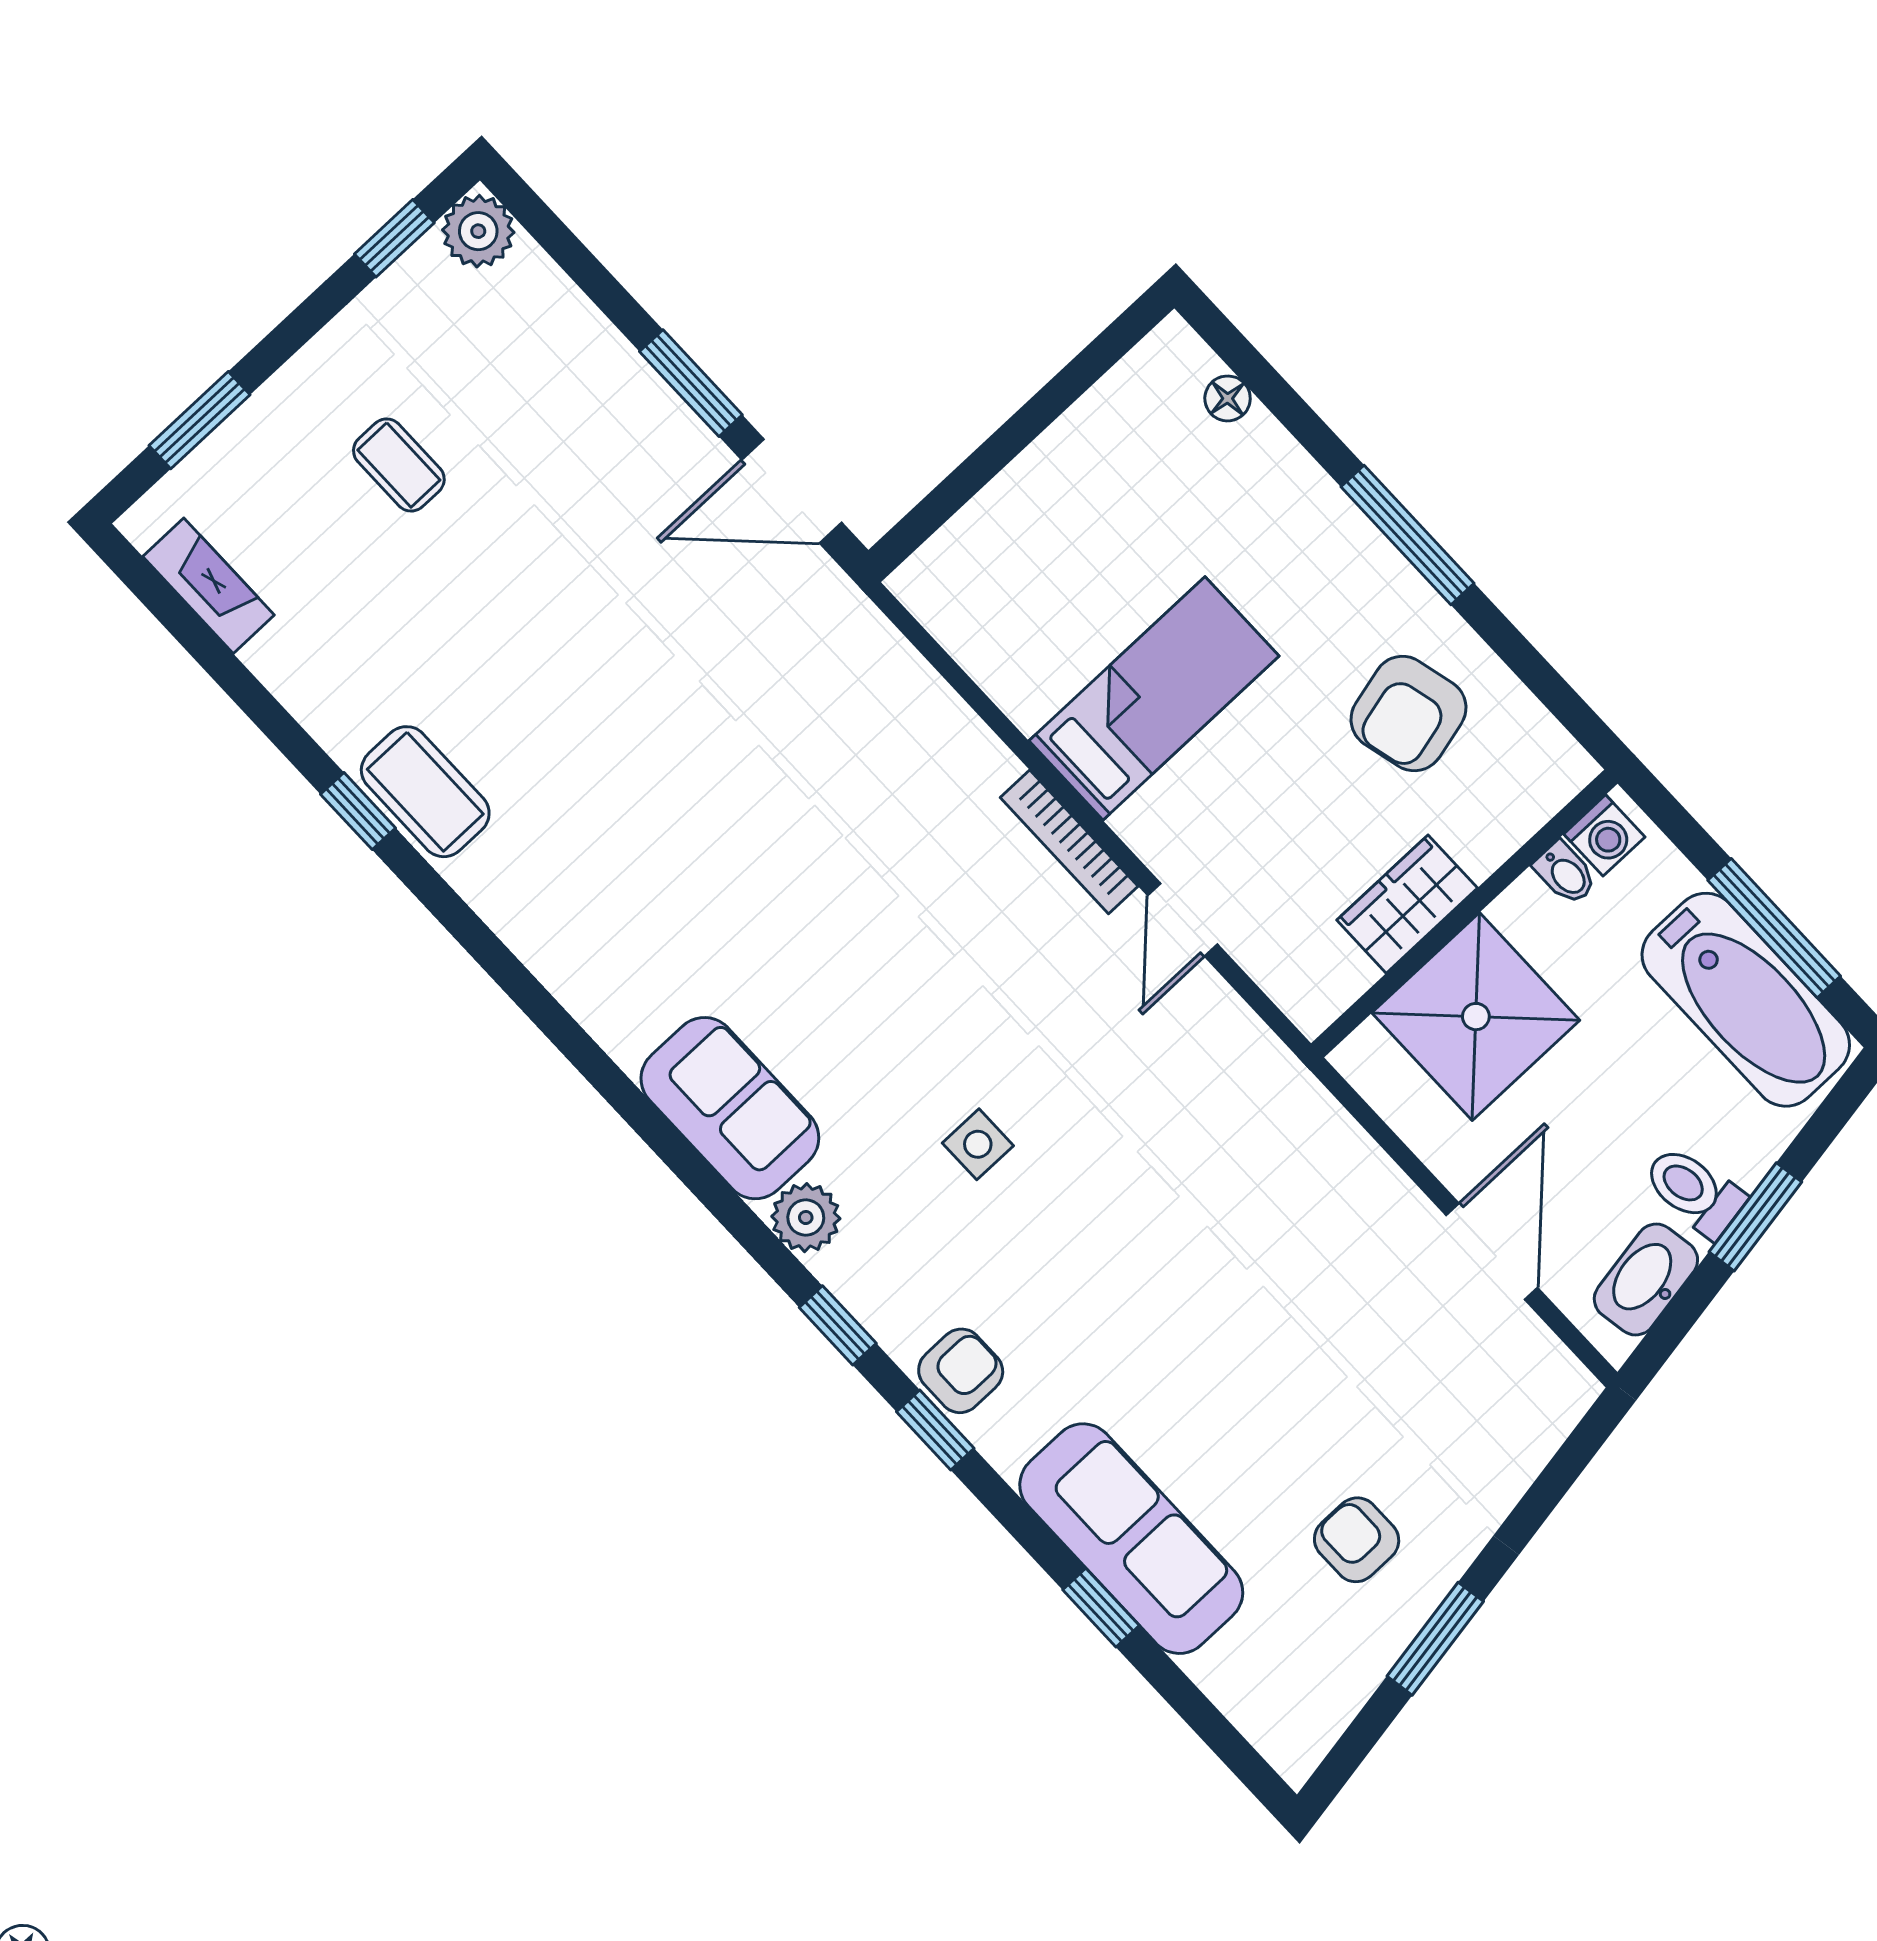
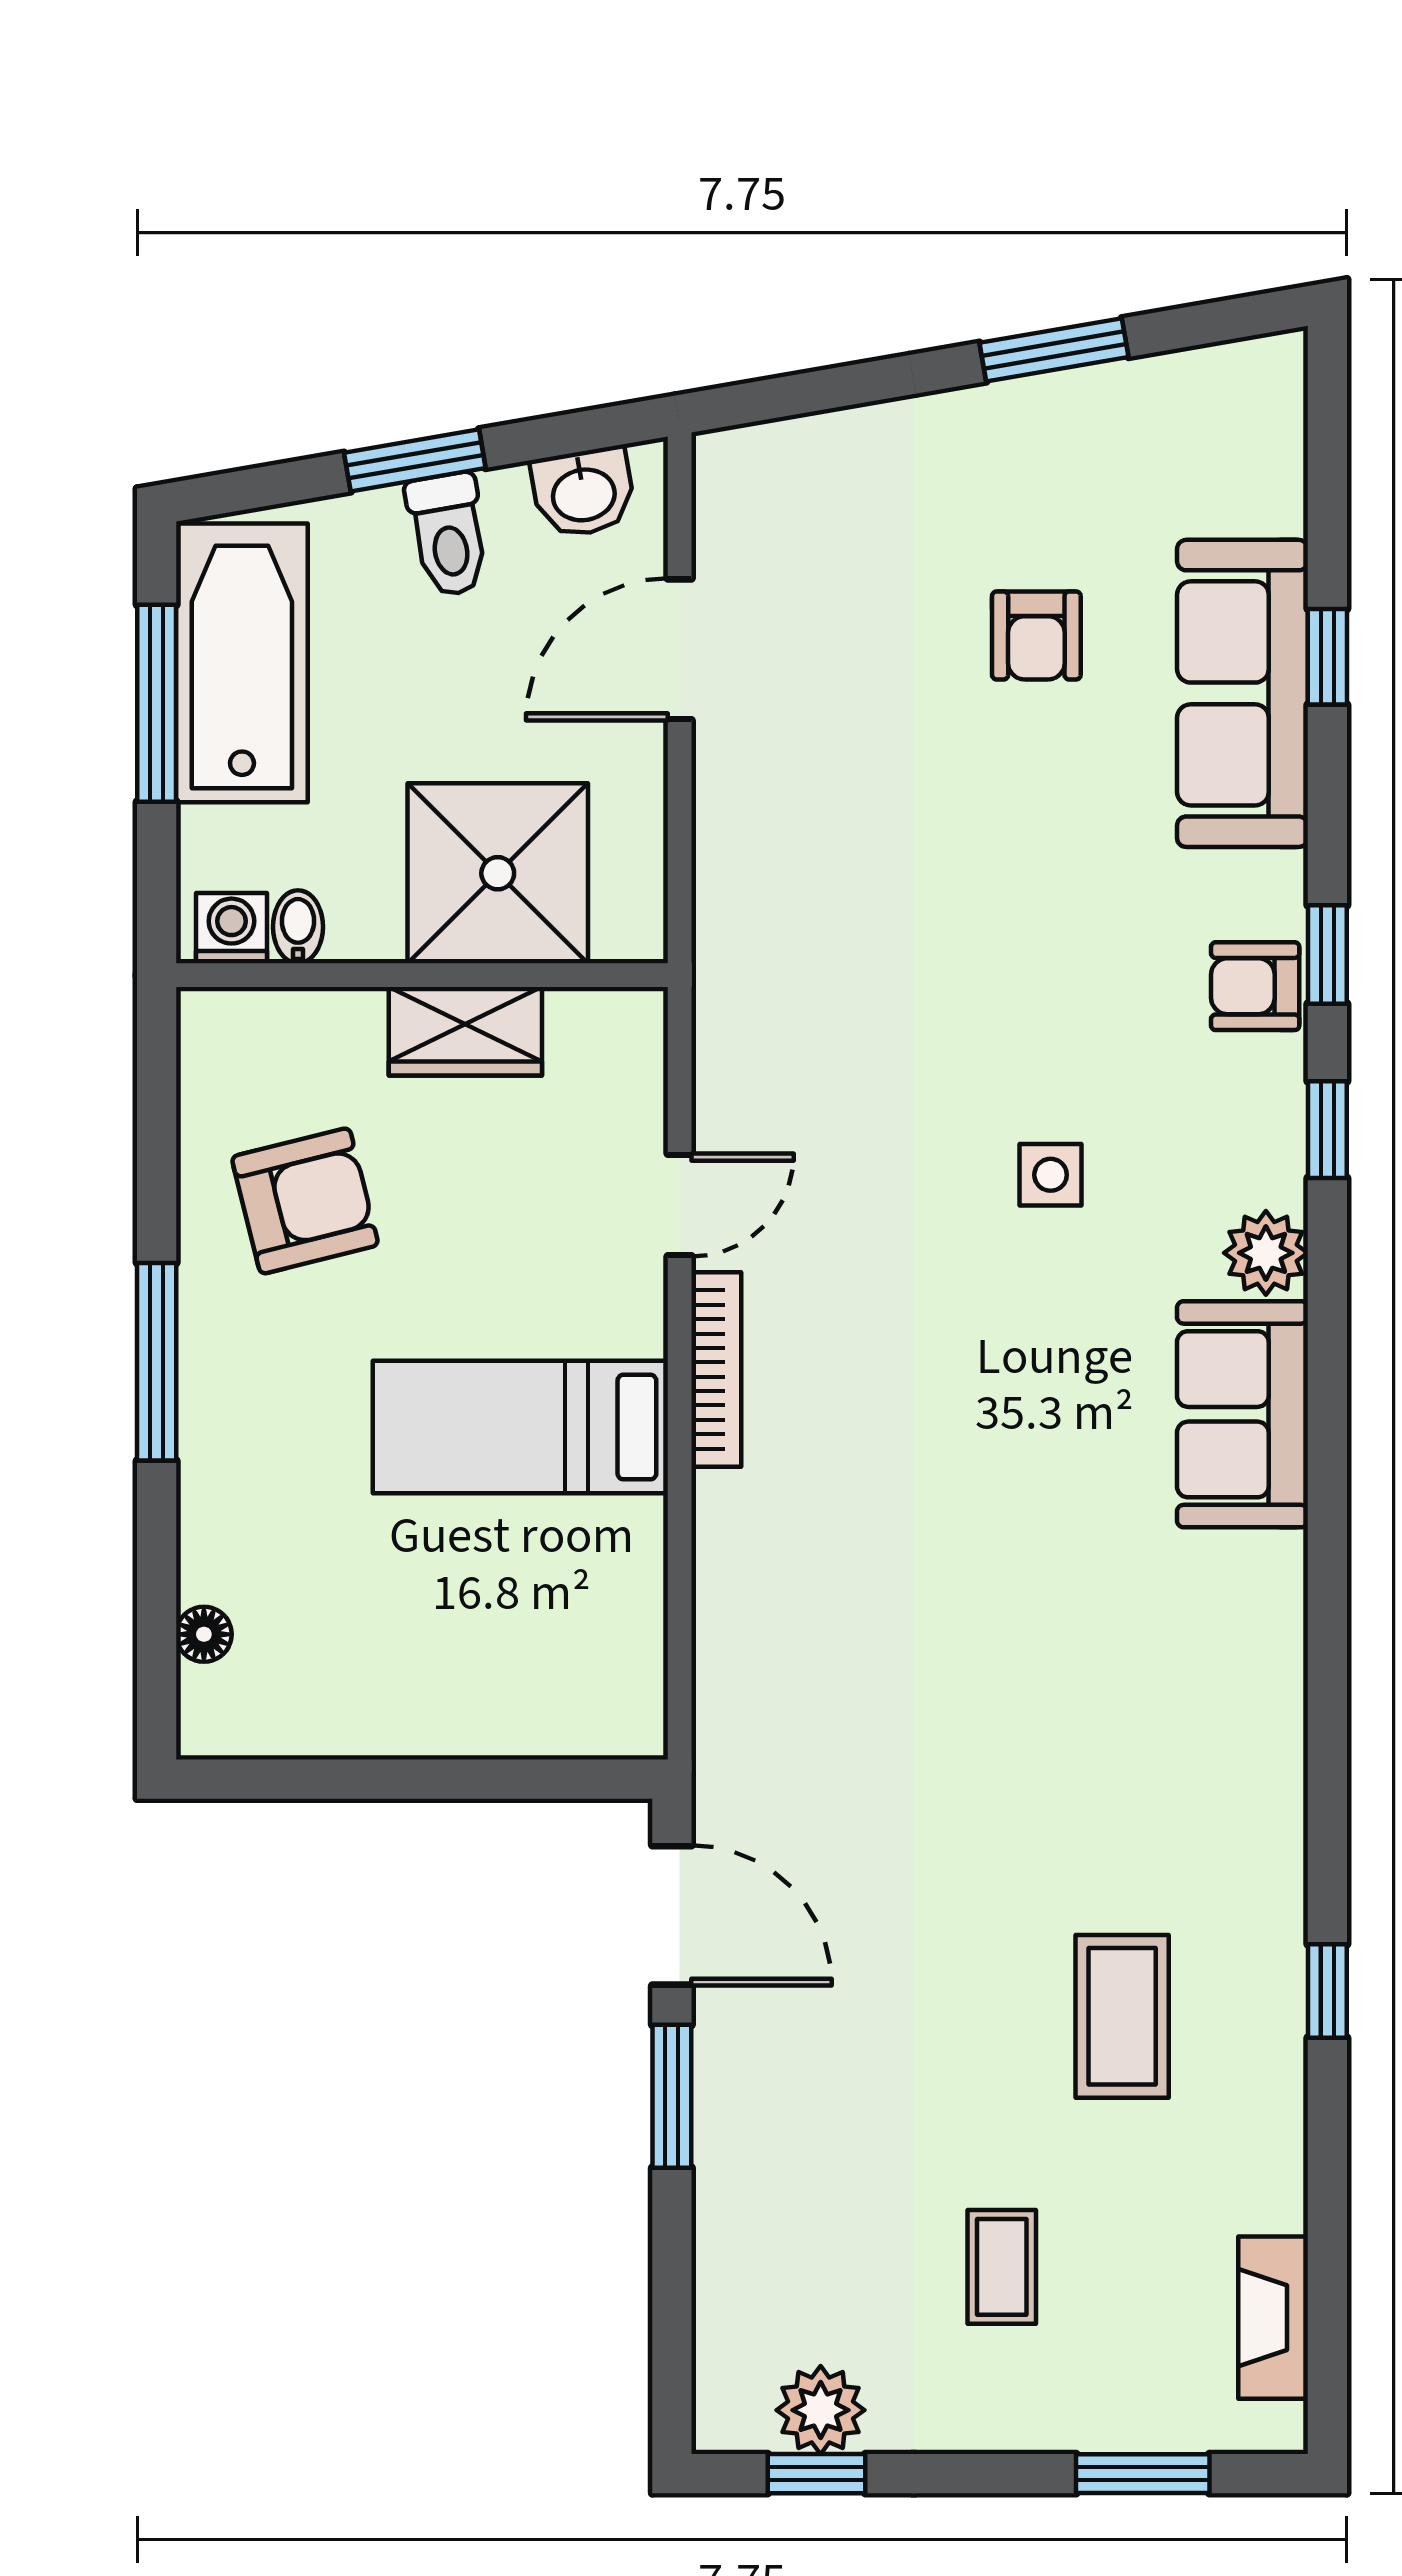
plant: (478, 231) -> (821, 2410), moved
coffee table: (425, 792) -> (1122, 2016), moved
washbasin: (1646, 1279) -> (583, 492), width x0.72
armchair: (1357, 1540) -> (1036, 635), moved

